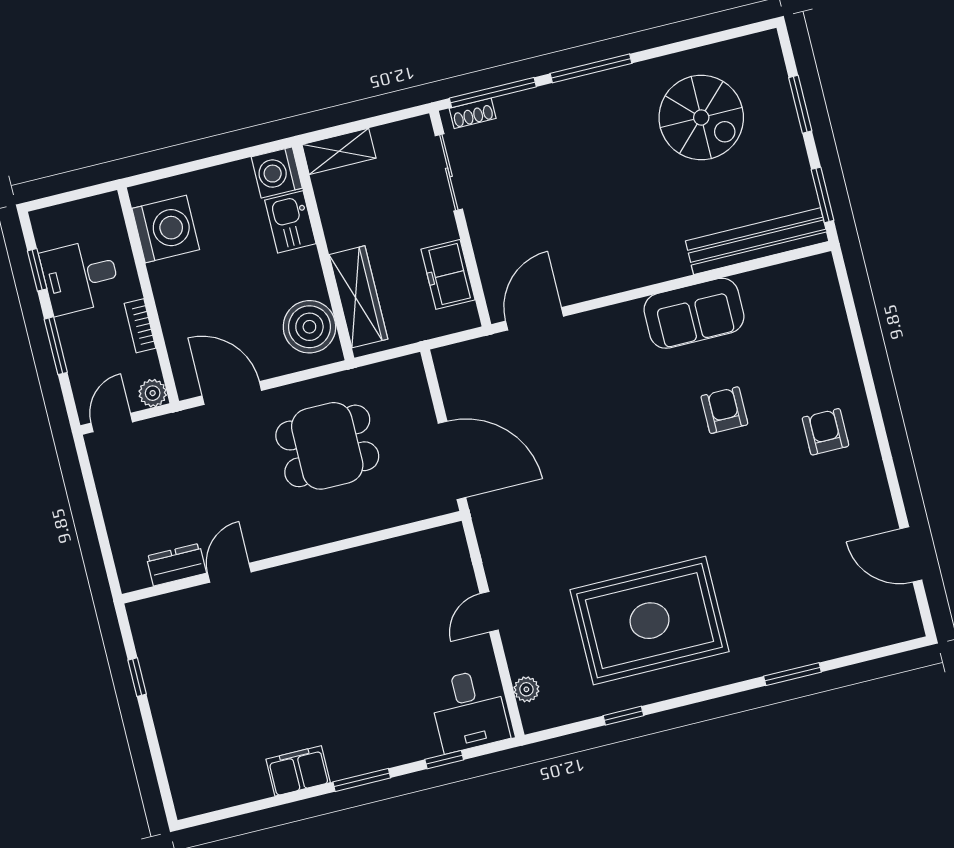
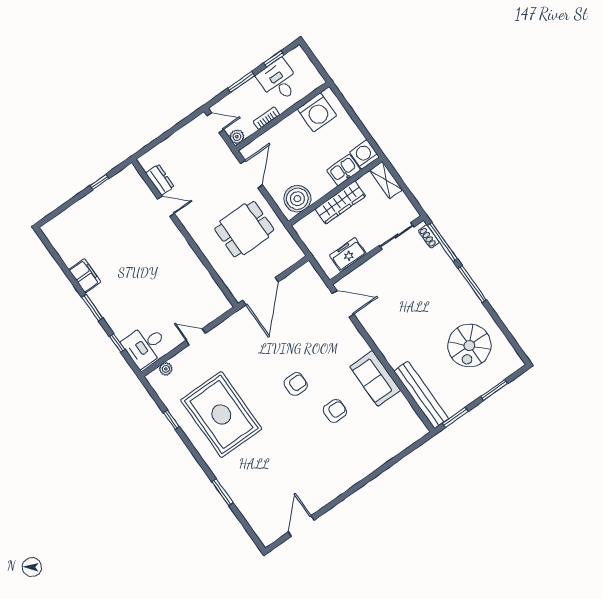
wardrobe: (358, 297) -> (340, 202), moved
armchair: (825, 432) -> (296, 384), moved
dining table: (327, 446) -> (244, 229), turned 90

